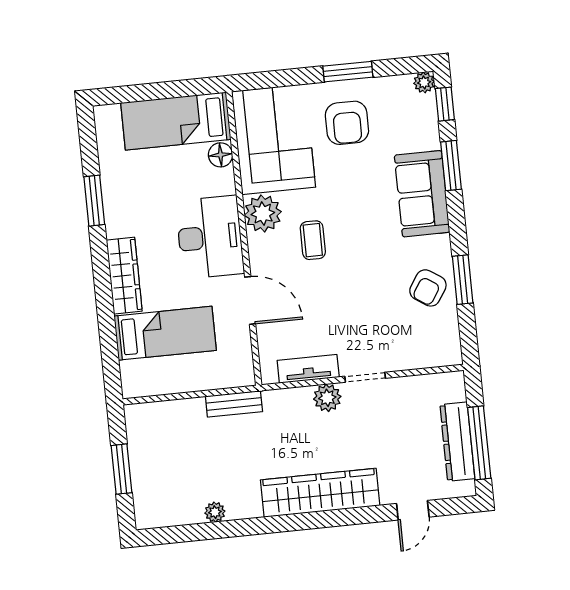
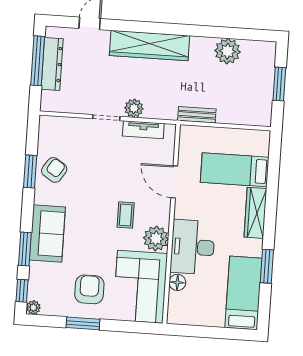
bed: (176, 121) -> (243, 293), moved, turned -90
desk: (210, 237) -> (193, 247), moved
plant: (215, 512) -> (228, 51), width x1.87, depth x1.87

